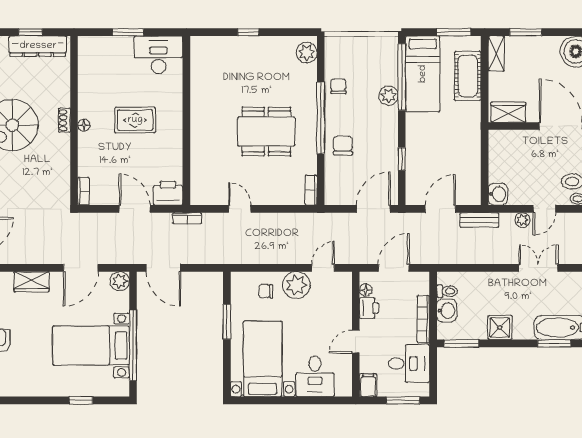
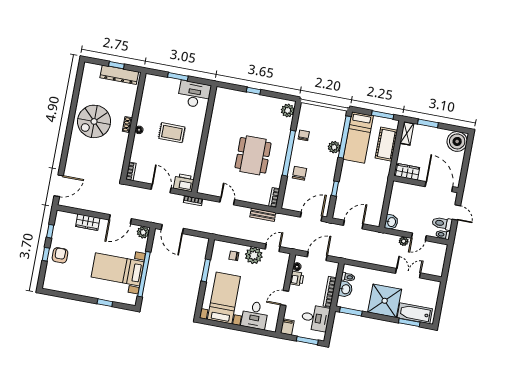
dining table: (266, 131) -> (253, 155), turned 90
bench: (479, 220) -> (263, 215), moved
shower: (500, 328) -> (385, 301), width x1.86, depth x1.86

